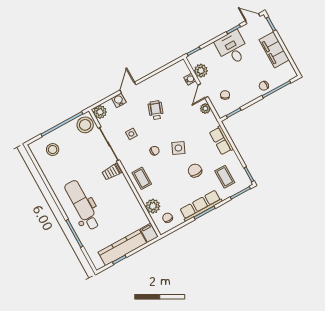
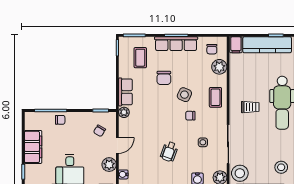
water cooler: (190, 79) -> (123, 174), moved
plant: (205, 109) -> (124, 112), moved
side table: (178, 148) -> (184, 95), moved
trolley: (112, 172) -> (250, 107), moved

